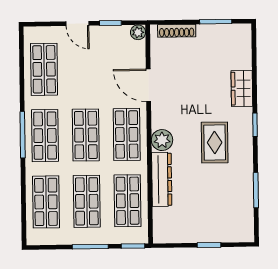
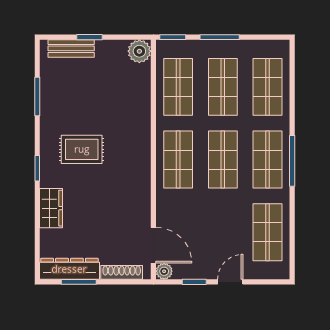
door: (77, 23) -> (230, 282), hinge flipped
door: (148, 85) -> (153, 245), moved
plant: (162, 140) -> (139, 51), moved
rug: (215, 143) -> (82, 149), turned 90
dresser: (162, 179) -> (69, 269), moved, turned 90
bench: (226, 234) -> (71, 48), added

